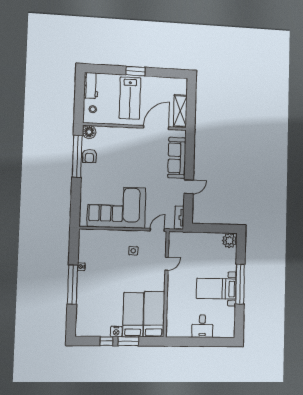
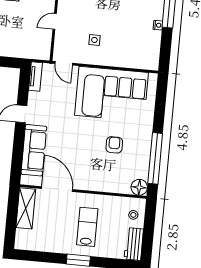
lab bench: (130, 98) -> (87, 227), width x0.73, depth x0.72
door: (156, 128) -> (57, 189), swing flipped
armchair: (89, 156) -> (114, 145), moved
door: (157, 230) -> (64, 63), hinge flipped

